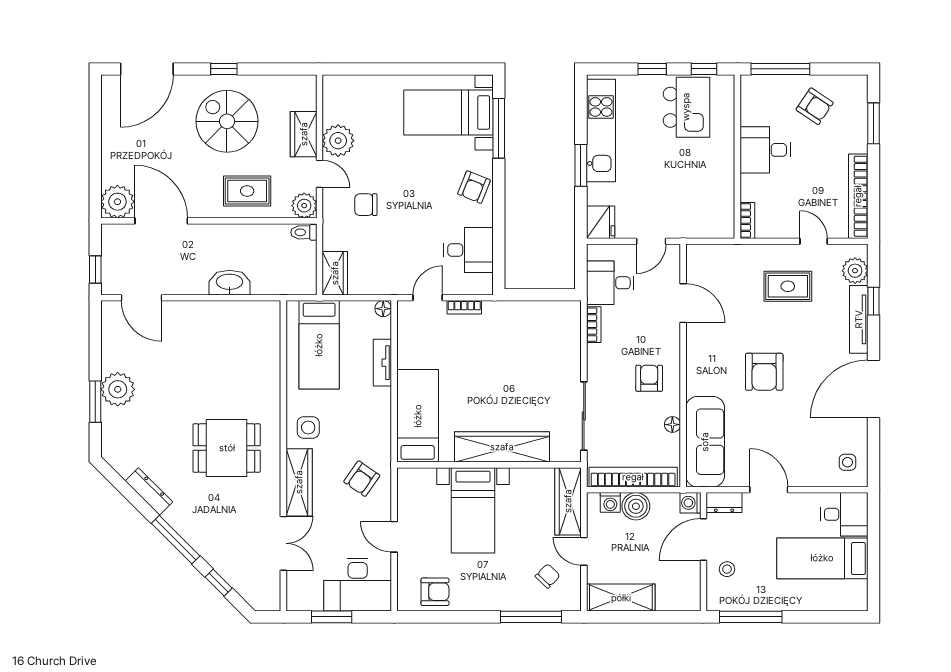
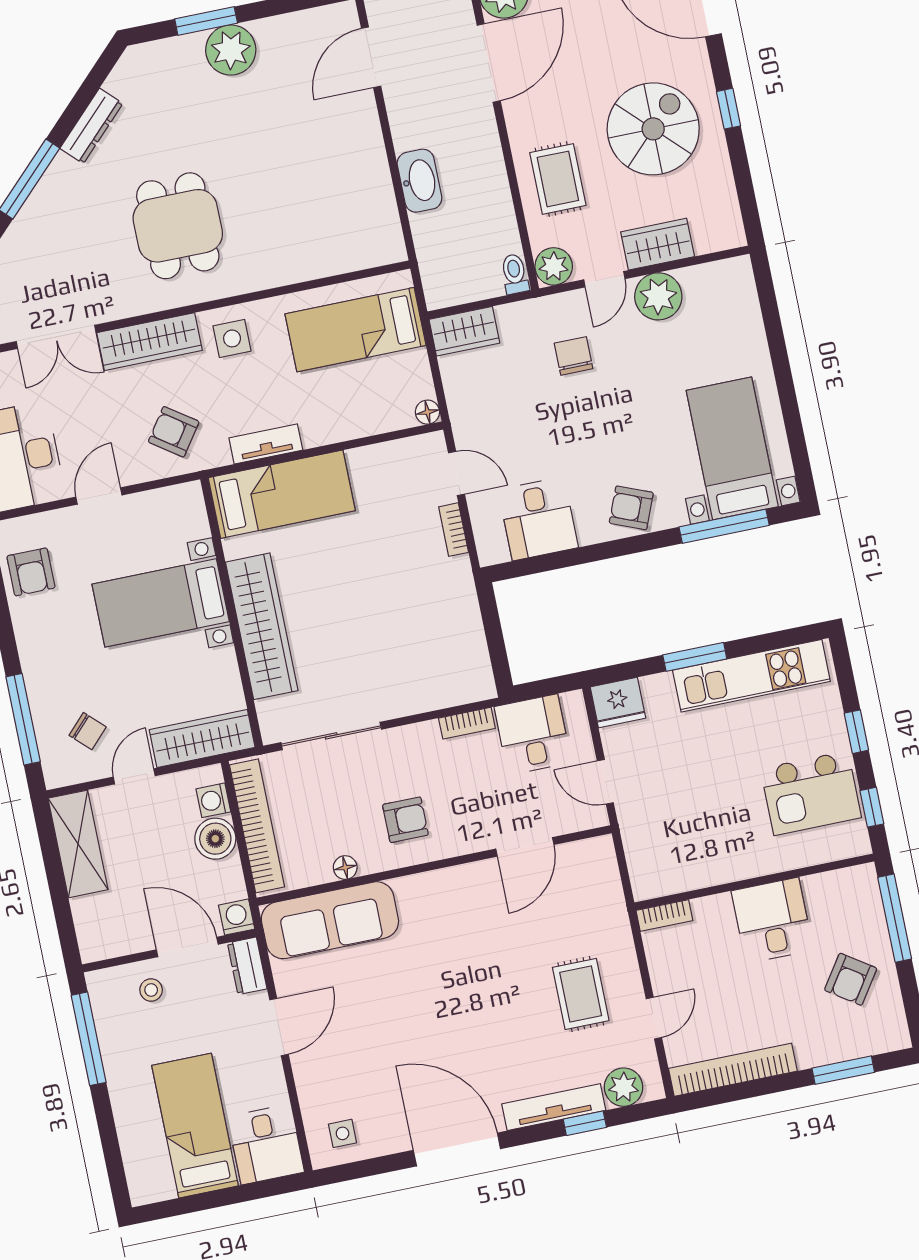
tv unit: (382, 363) -> (266, 444), moved
armchair: (764, 372) -> (449, 985), removed

